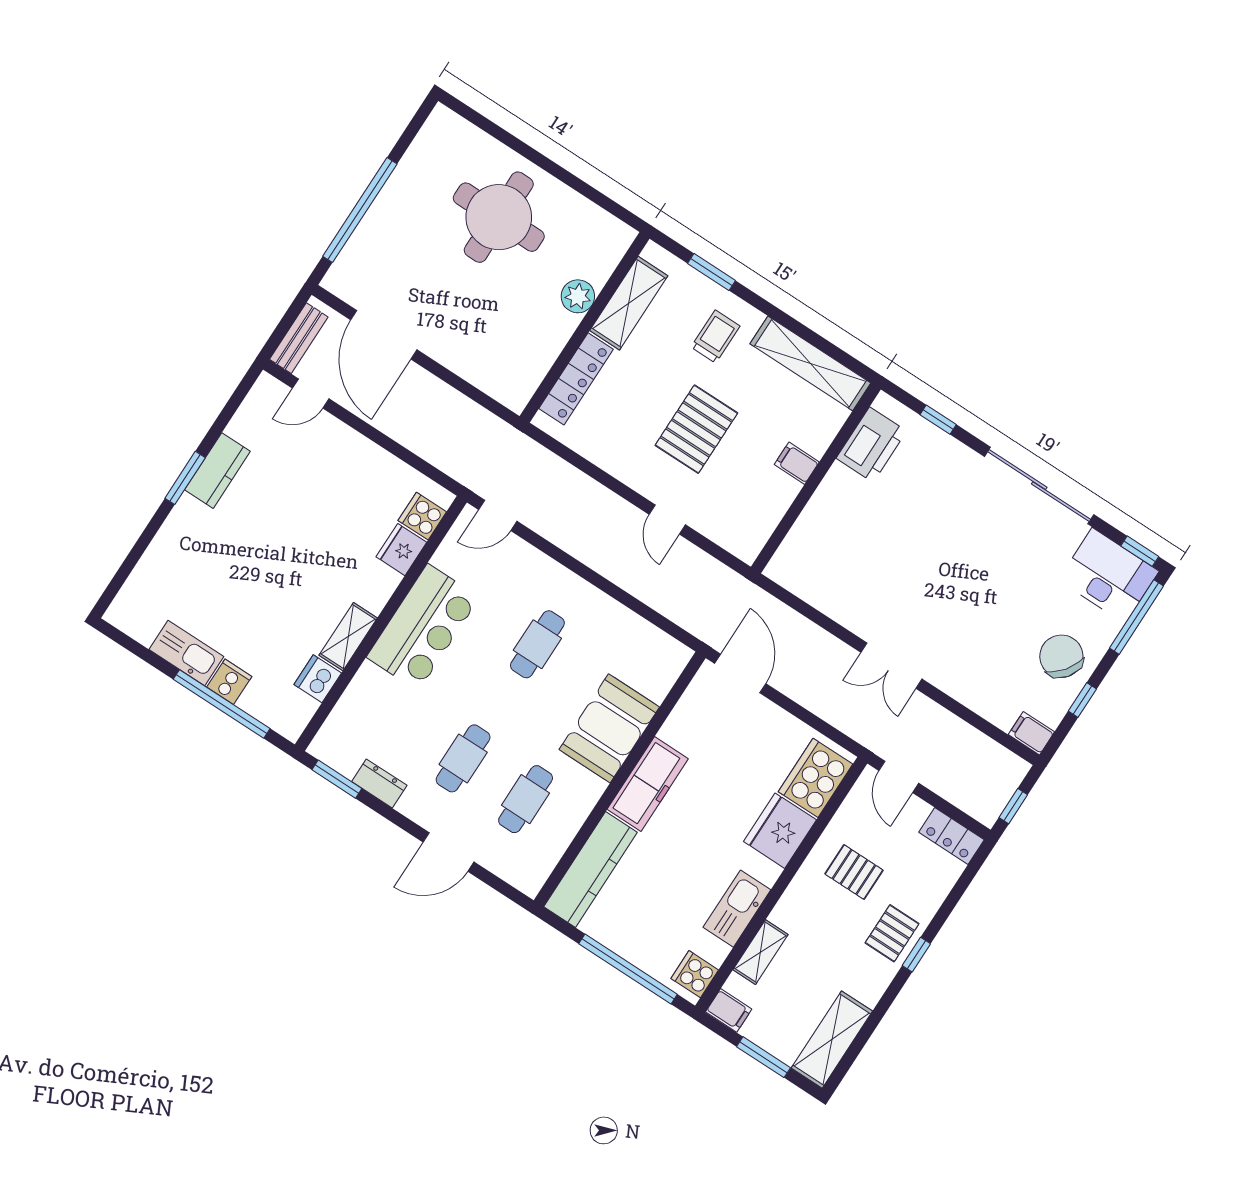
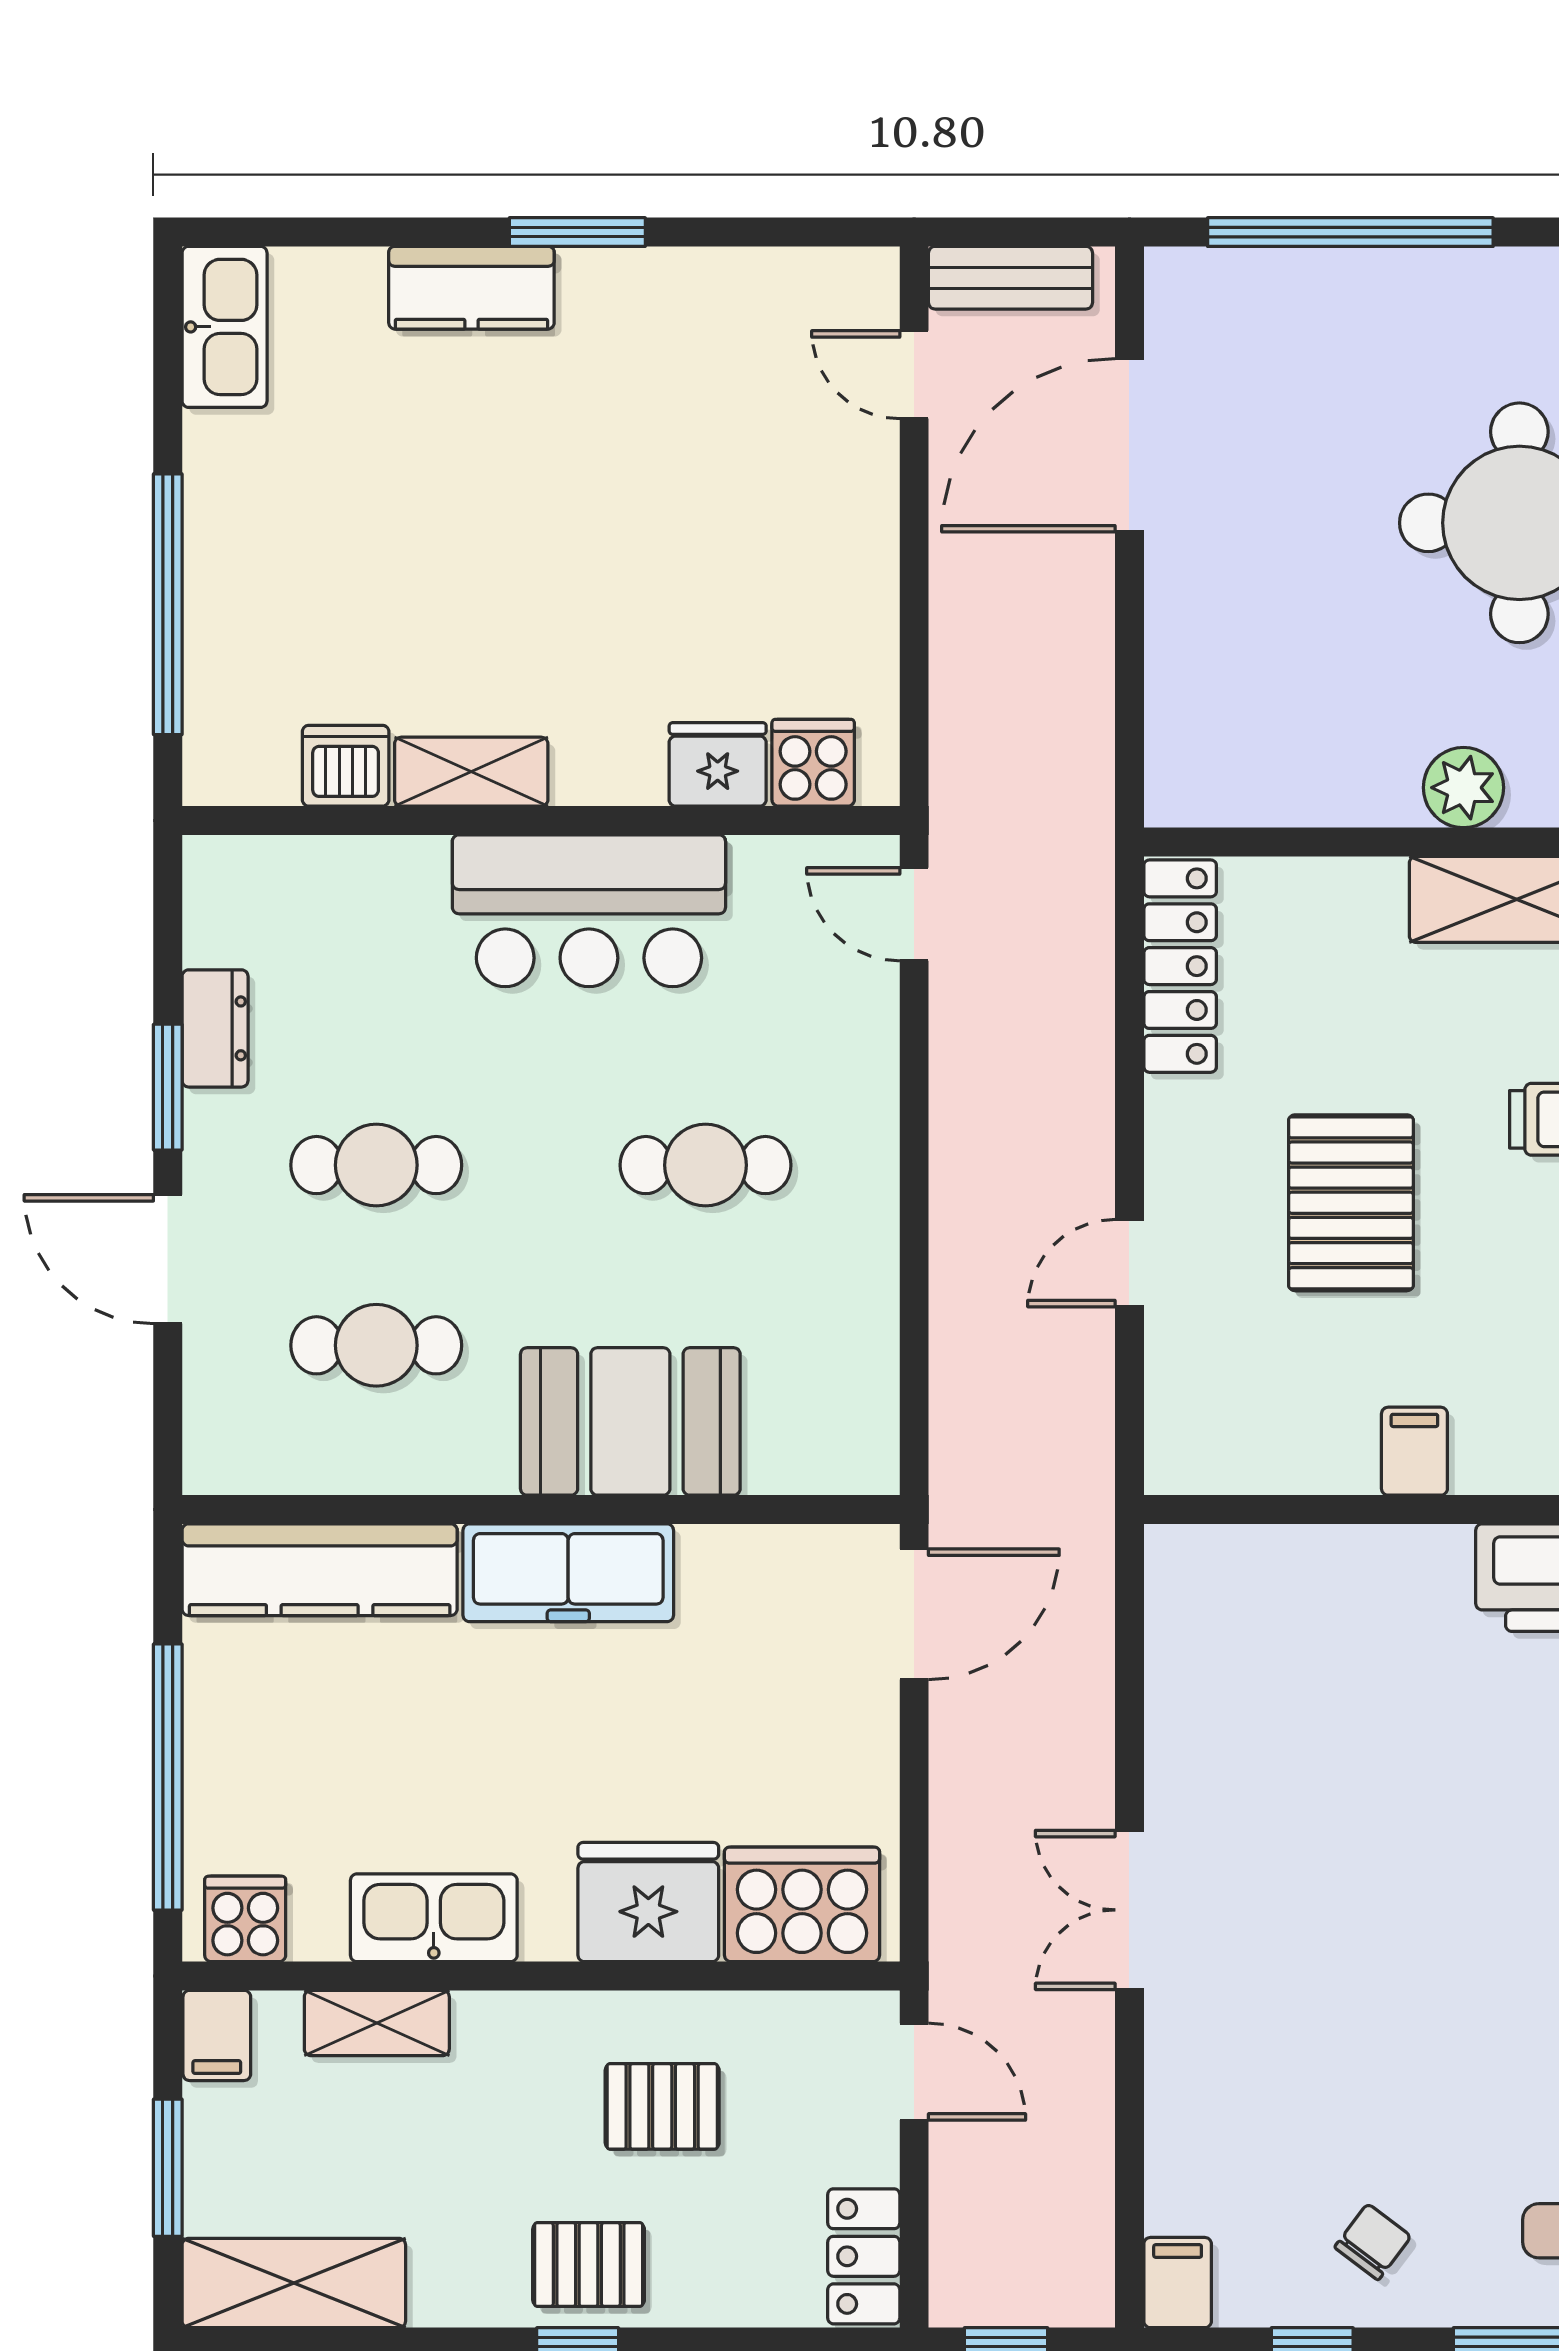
locker: (576, 379) -> (1180, 966), moved, turned -90
pallet: (696, 429) -> (1351, 1203), turned 90
kitchen counter: (217, 471) -> (471, 288), moved
kitchen sink: (186, 653) -> (225, 327), moved
chair: (1061, 656) -> (1373, 2242), width x0.54, depth x0.54
cooker: (229, 682) -> (223, 591), removed
door: (899, 777) -> (914, 2072), swing flipped
window: (337, 779) -> (168, 1087), moved
pallet: (854, 872) -> (662, 2106), turned 90

